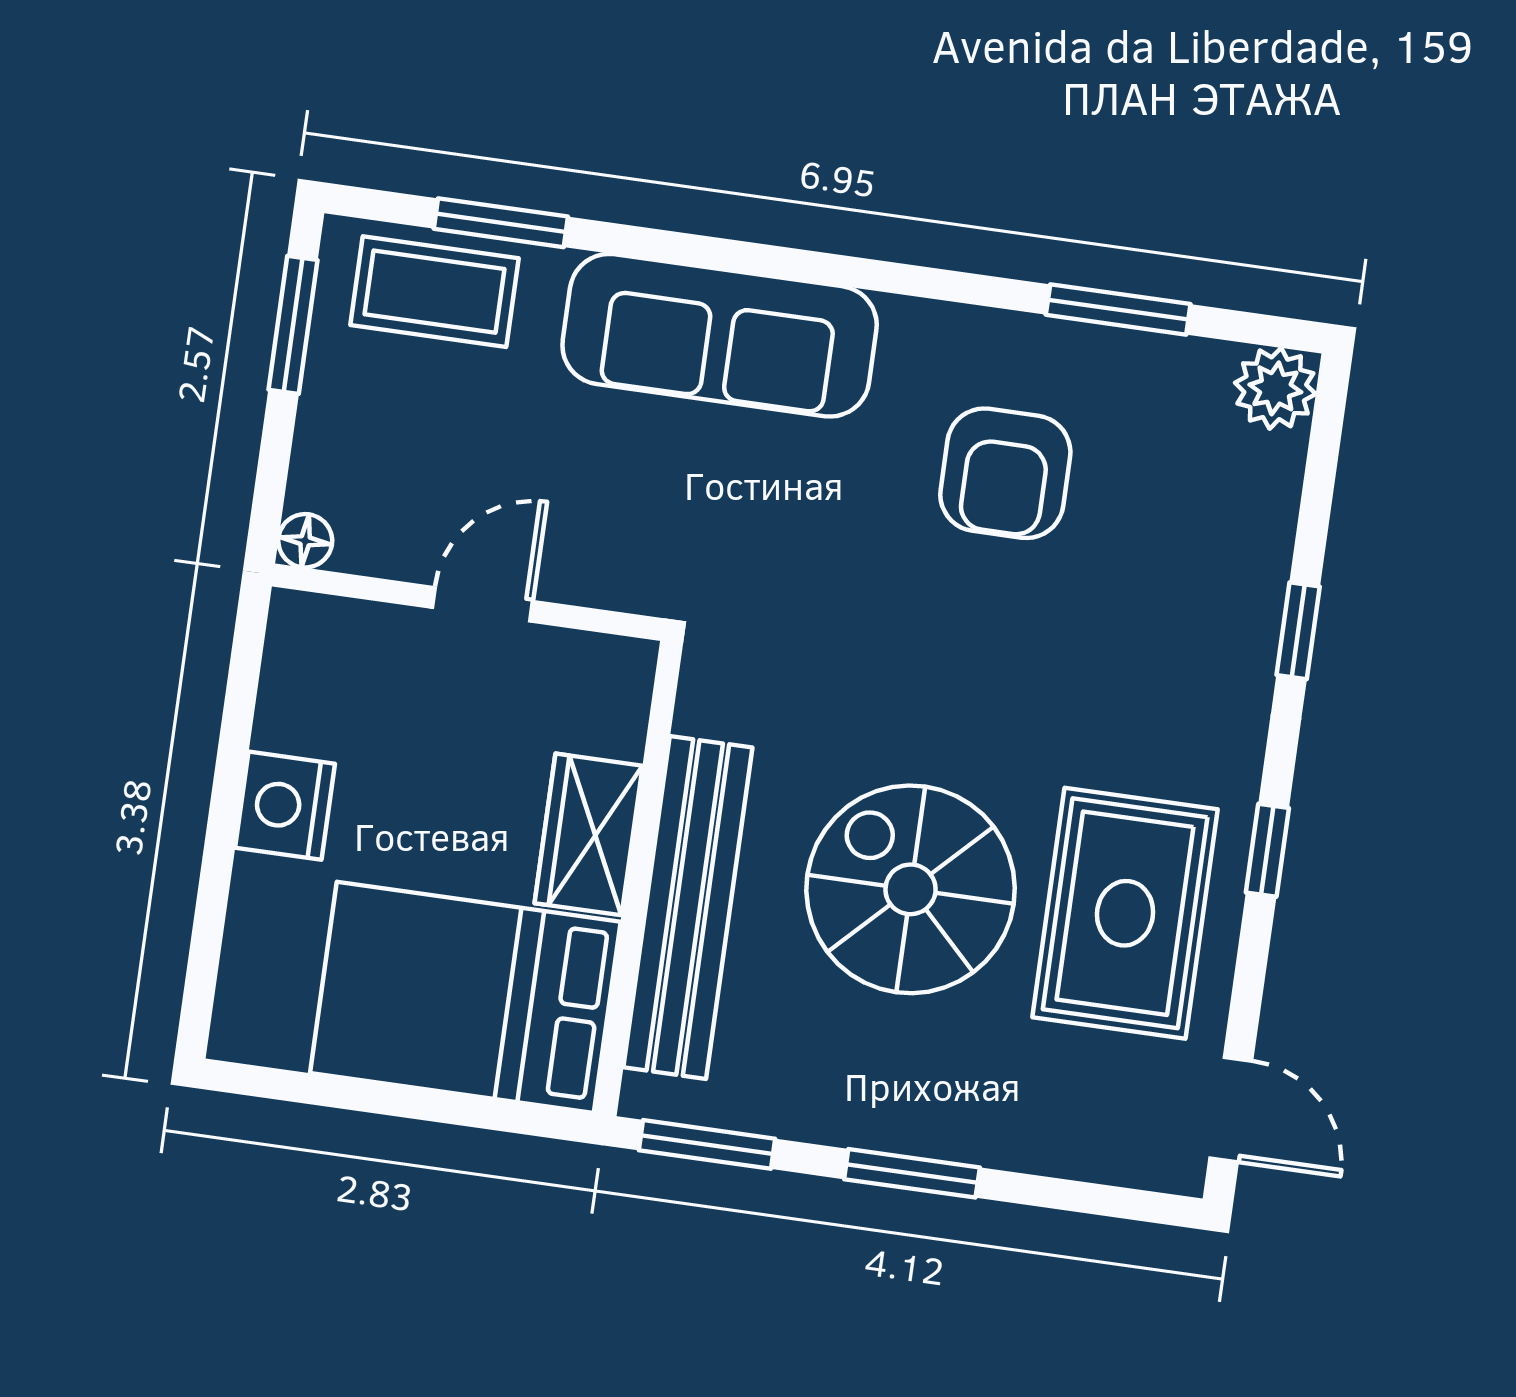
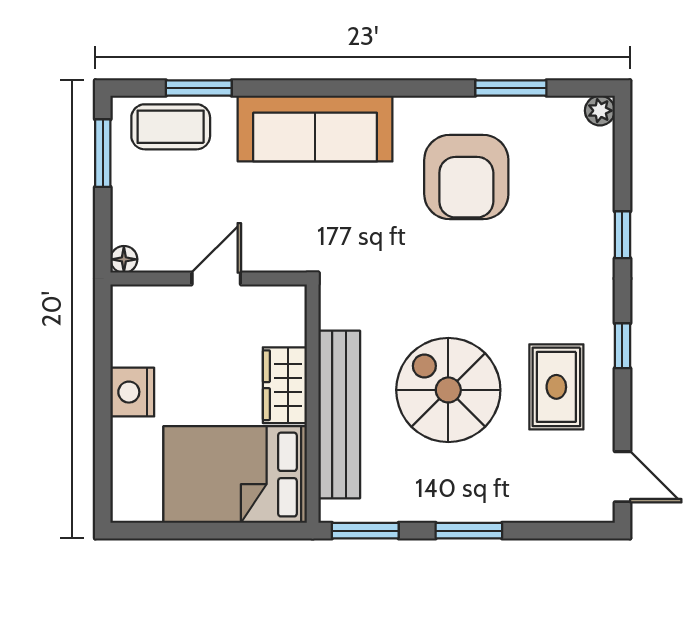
plant: (1275, 388) -> (600, 111), width x0.73, depth x0.73
armchair: (1005, 473) -> (466, 177), width x1.36, depth x1.36
rug: (1125, 913) -> (556, 387), width x0.73, depth x0.70

